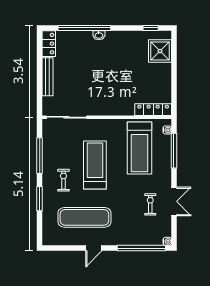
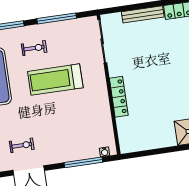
locker: (153, 110) -> (119, 97), moved
treadmill: (139, 148) -> (81, 125), removed
treadmill: (95, 165) -> (55, 80), turned 180

